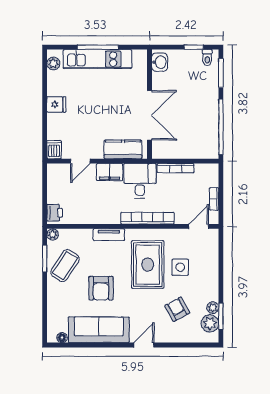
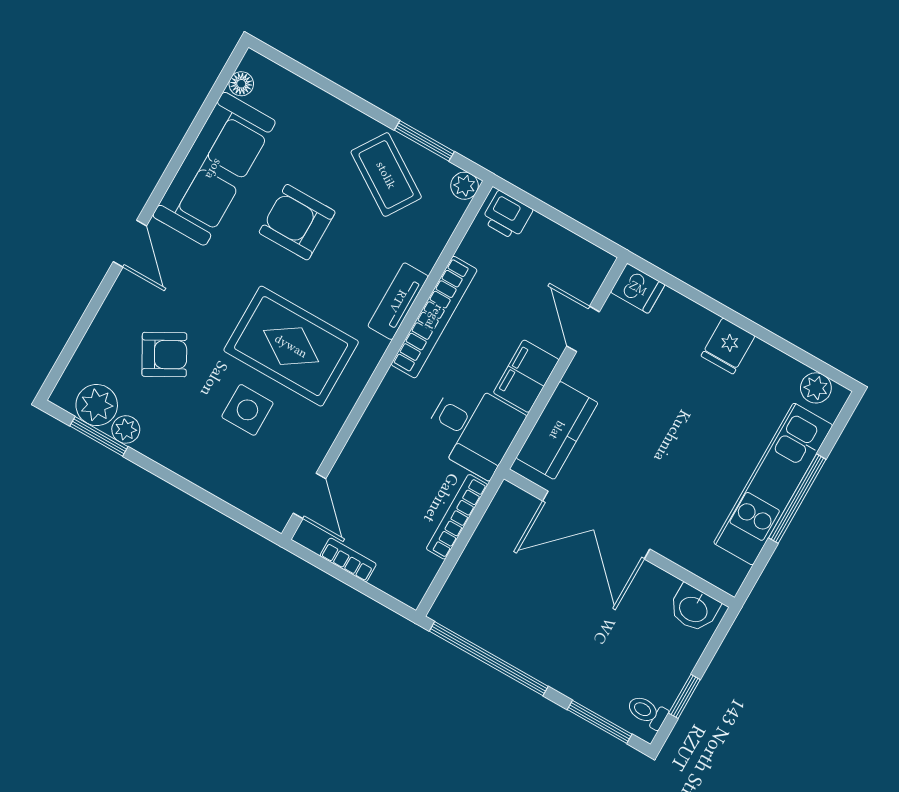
bookcase: (147, 218) -> (434, 317), moved

